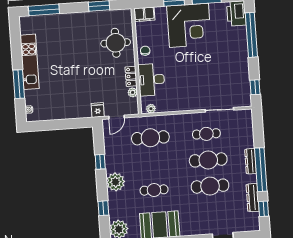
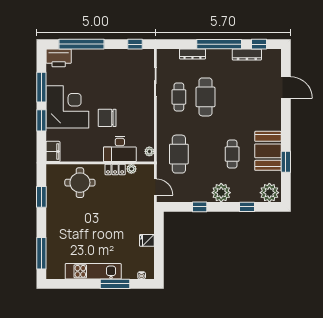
chair: (145, 51) -> (107, 118), moved, width x1.87, depth x1.87
fridge: (98, 110) -> (147, 240), moved
dresser: (251, 161) -> (192, 54), moved
cafe table: (210, 186) -> (232, 97), removed

